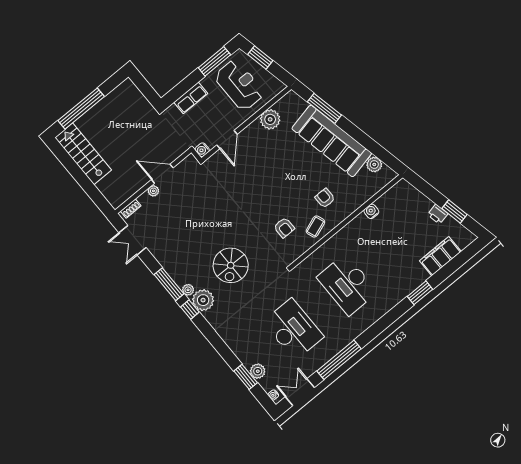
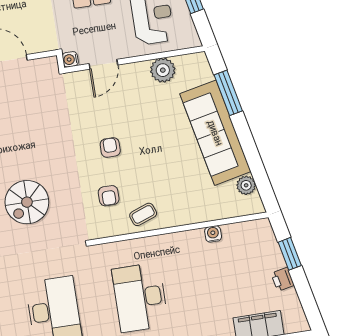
armchair: (325, 198) -> (110, 147), moved
window: (454, 211) -> (290, 254), moved

